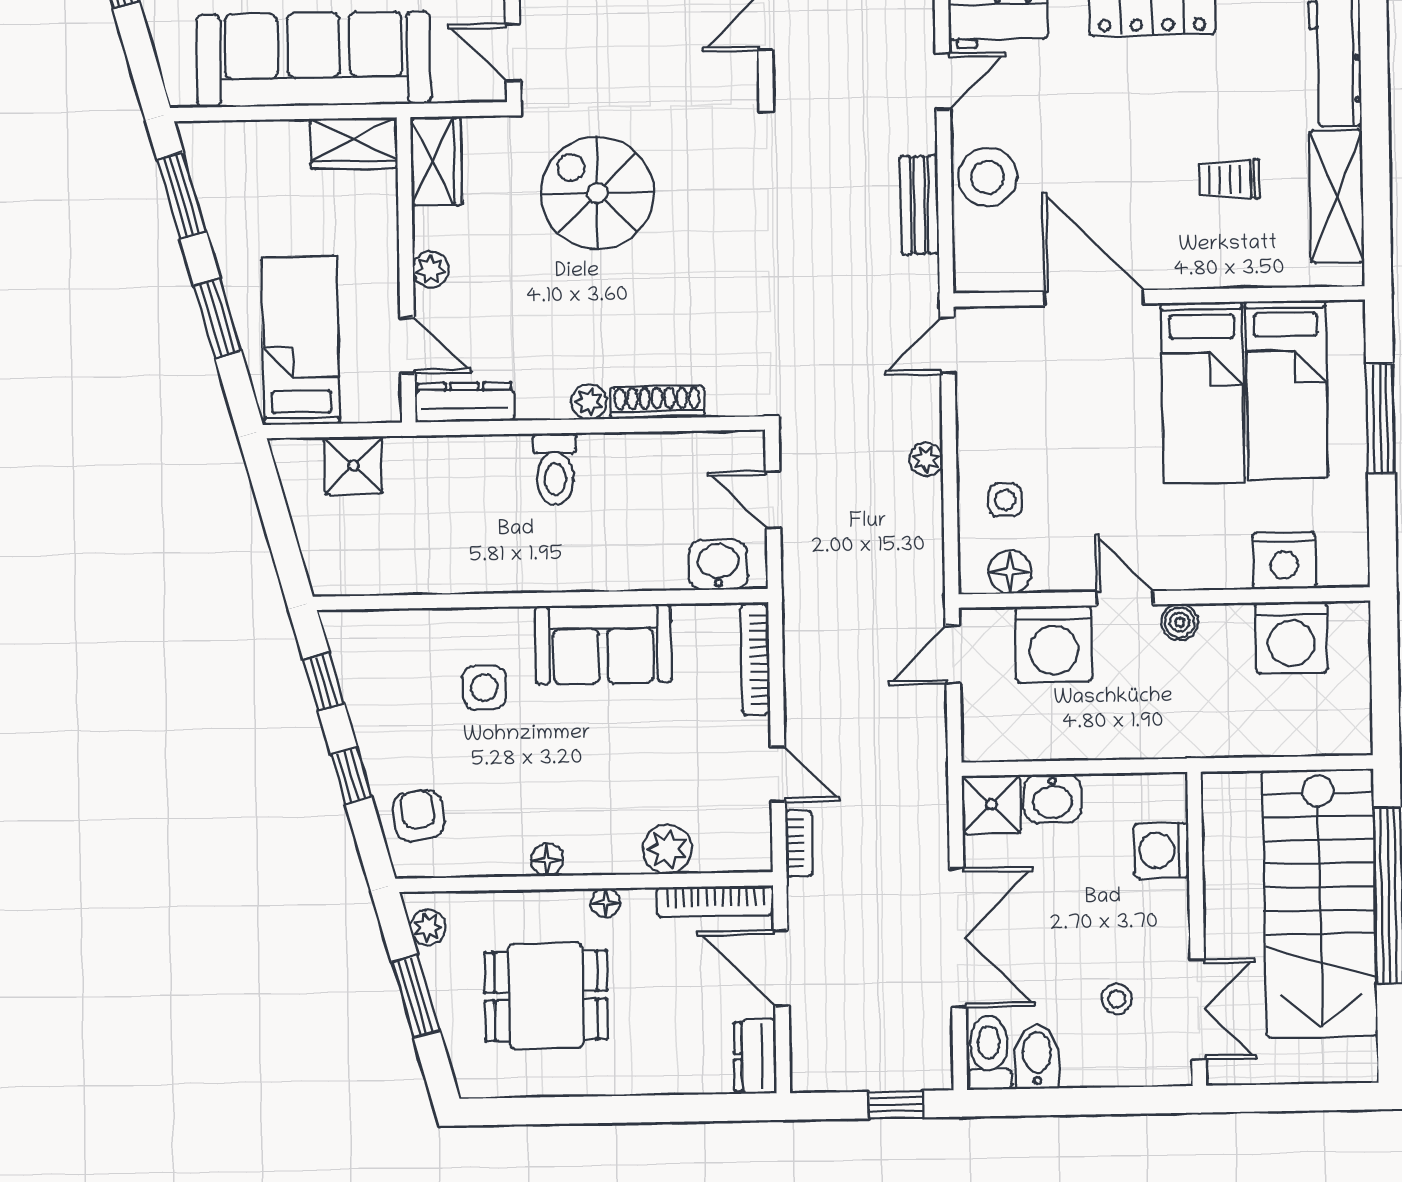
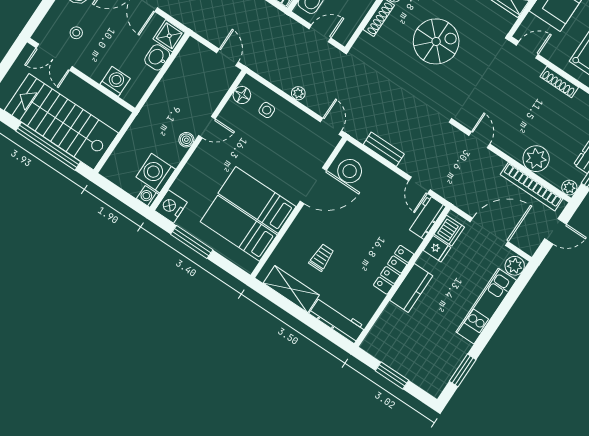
stool: (988, 177) -> (350, 171), moved
spiral stairs: (597, 193) -> (436, 41), moved
window: (1380, 418) -> (192, 242), moved
nightstand: (1284, 560) -> (171, 206), moved
washing machine: (1054, 644) -> (148, 196), moved, width x0.53, depth x0.53

